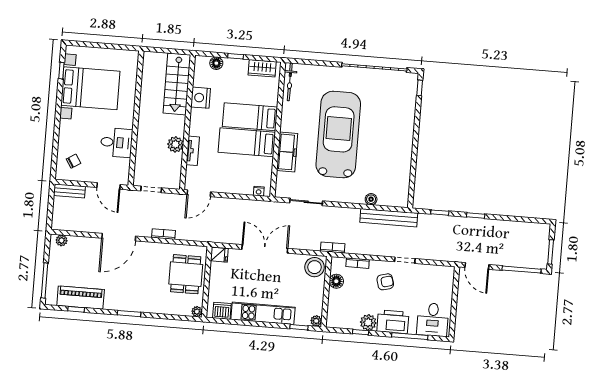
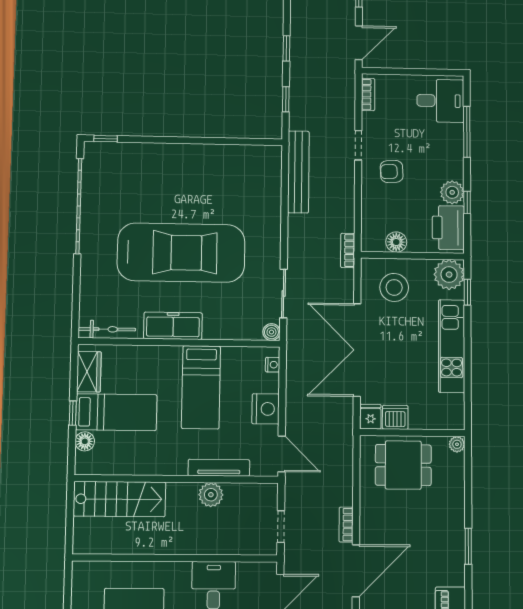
nightstand: (201, 98) -> (266, 409), moved, turned -90
bed: (250, 117) -> (116, 412), moved, turned -90
car: (338, 135) -> (181, 253), turned 180
tv unit: (193, 151) -> (219, 468), width x1.41
freezer: (287, 152) -> (173, 326), moved
boiler: (371, 199) -> (271, 332), moved
bookcase: (164, 234) -> (346, 525), moved
door: (119, 237) -> (356, 571), hinge flipped
double door: (265, 249) -> (357, 350), width x1.36
bookcase: (358, 263) -> (368, 94), moved
stool: (315, 267) -> (394, 287), moved
armchair: (385, 282) -> (392, 171), turned -78
dishwasher: (222, 311) -> (395, 417), moved, turned 90
plant: (316, 321) -> (449, 275), width x1.88, depth x1.88
printer: (393, 322) -> (448, 228), moved

